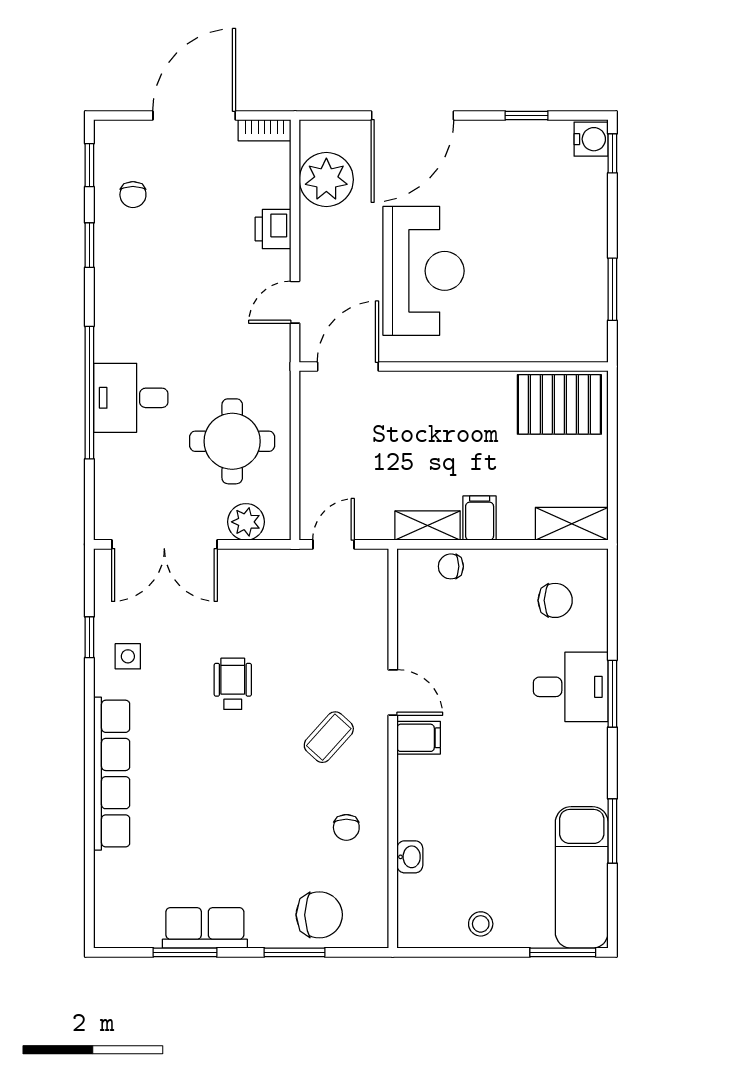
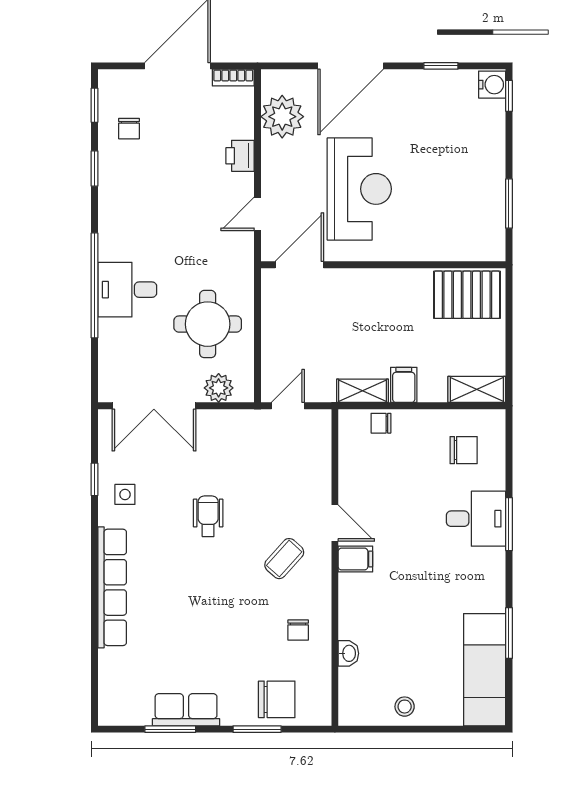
window: (563, 952) -> (470, 729), removed

